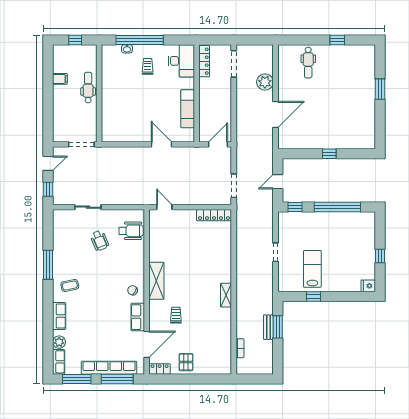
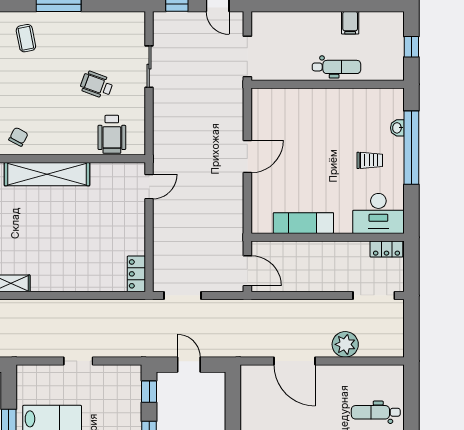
locker: (204, 61) -> (386, 249), width x0.66
door: (162, 144) -> (247, 156), moved
locker: (214, 215) -> (136, 274), width x0.66
wheelchair: (99, 241) -> (97, 85), turned 43
shelving: (156, 281) -> (47, 174), width x1.47

